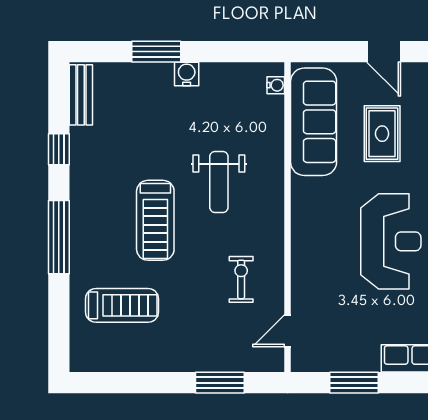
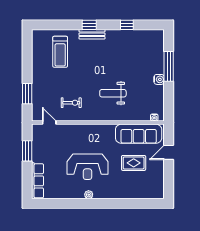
window: (156, 52) -> (169, 66), width x1.44
door: (384, 52) -> (169, 152), moved
bench: (81, 95) -> (92, 34), moved
treadmill: (155, 220) -> (97, 66), removed
window: (59, 237) -> (89, 25), width x0.46

